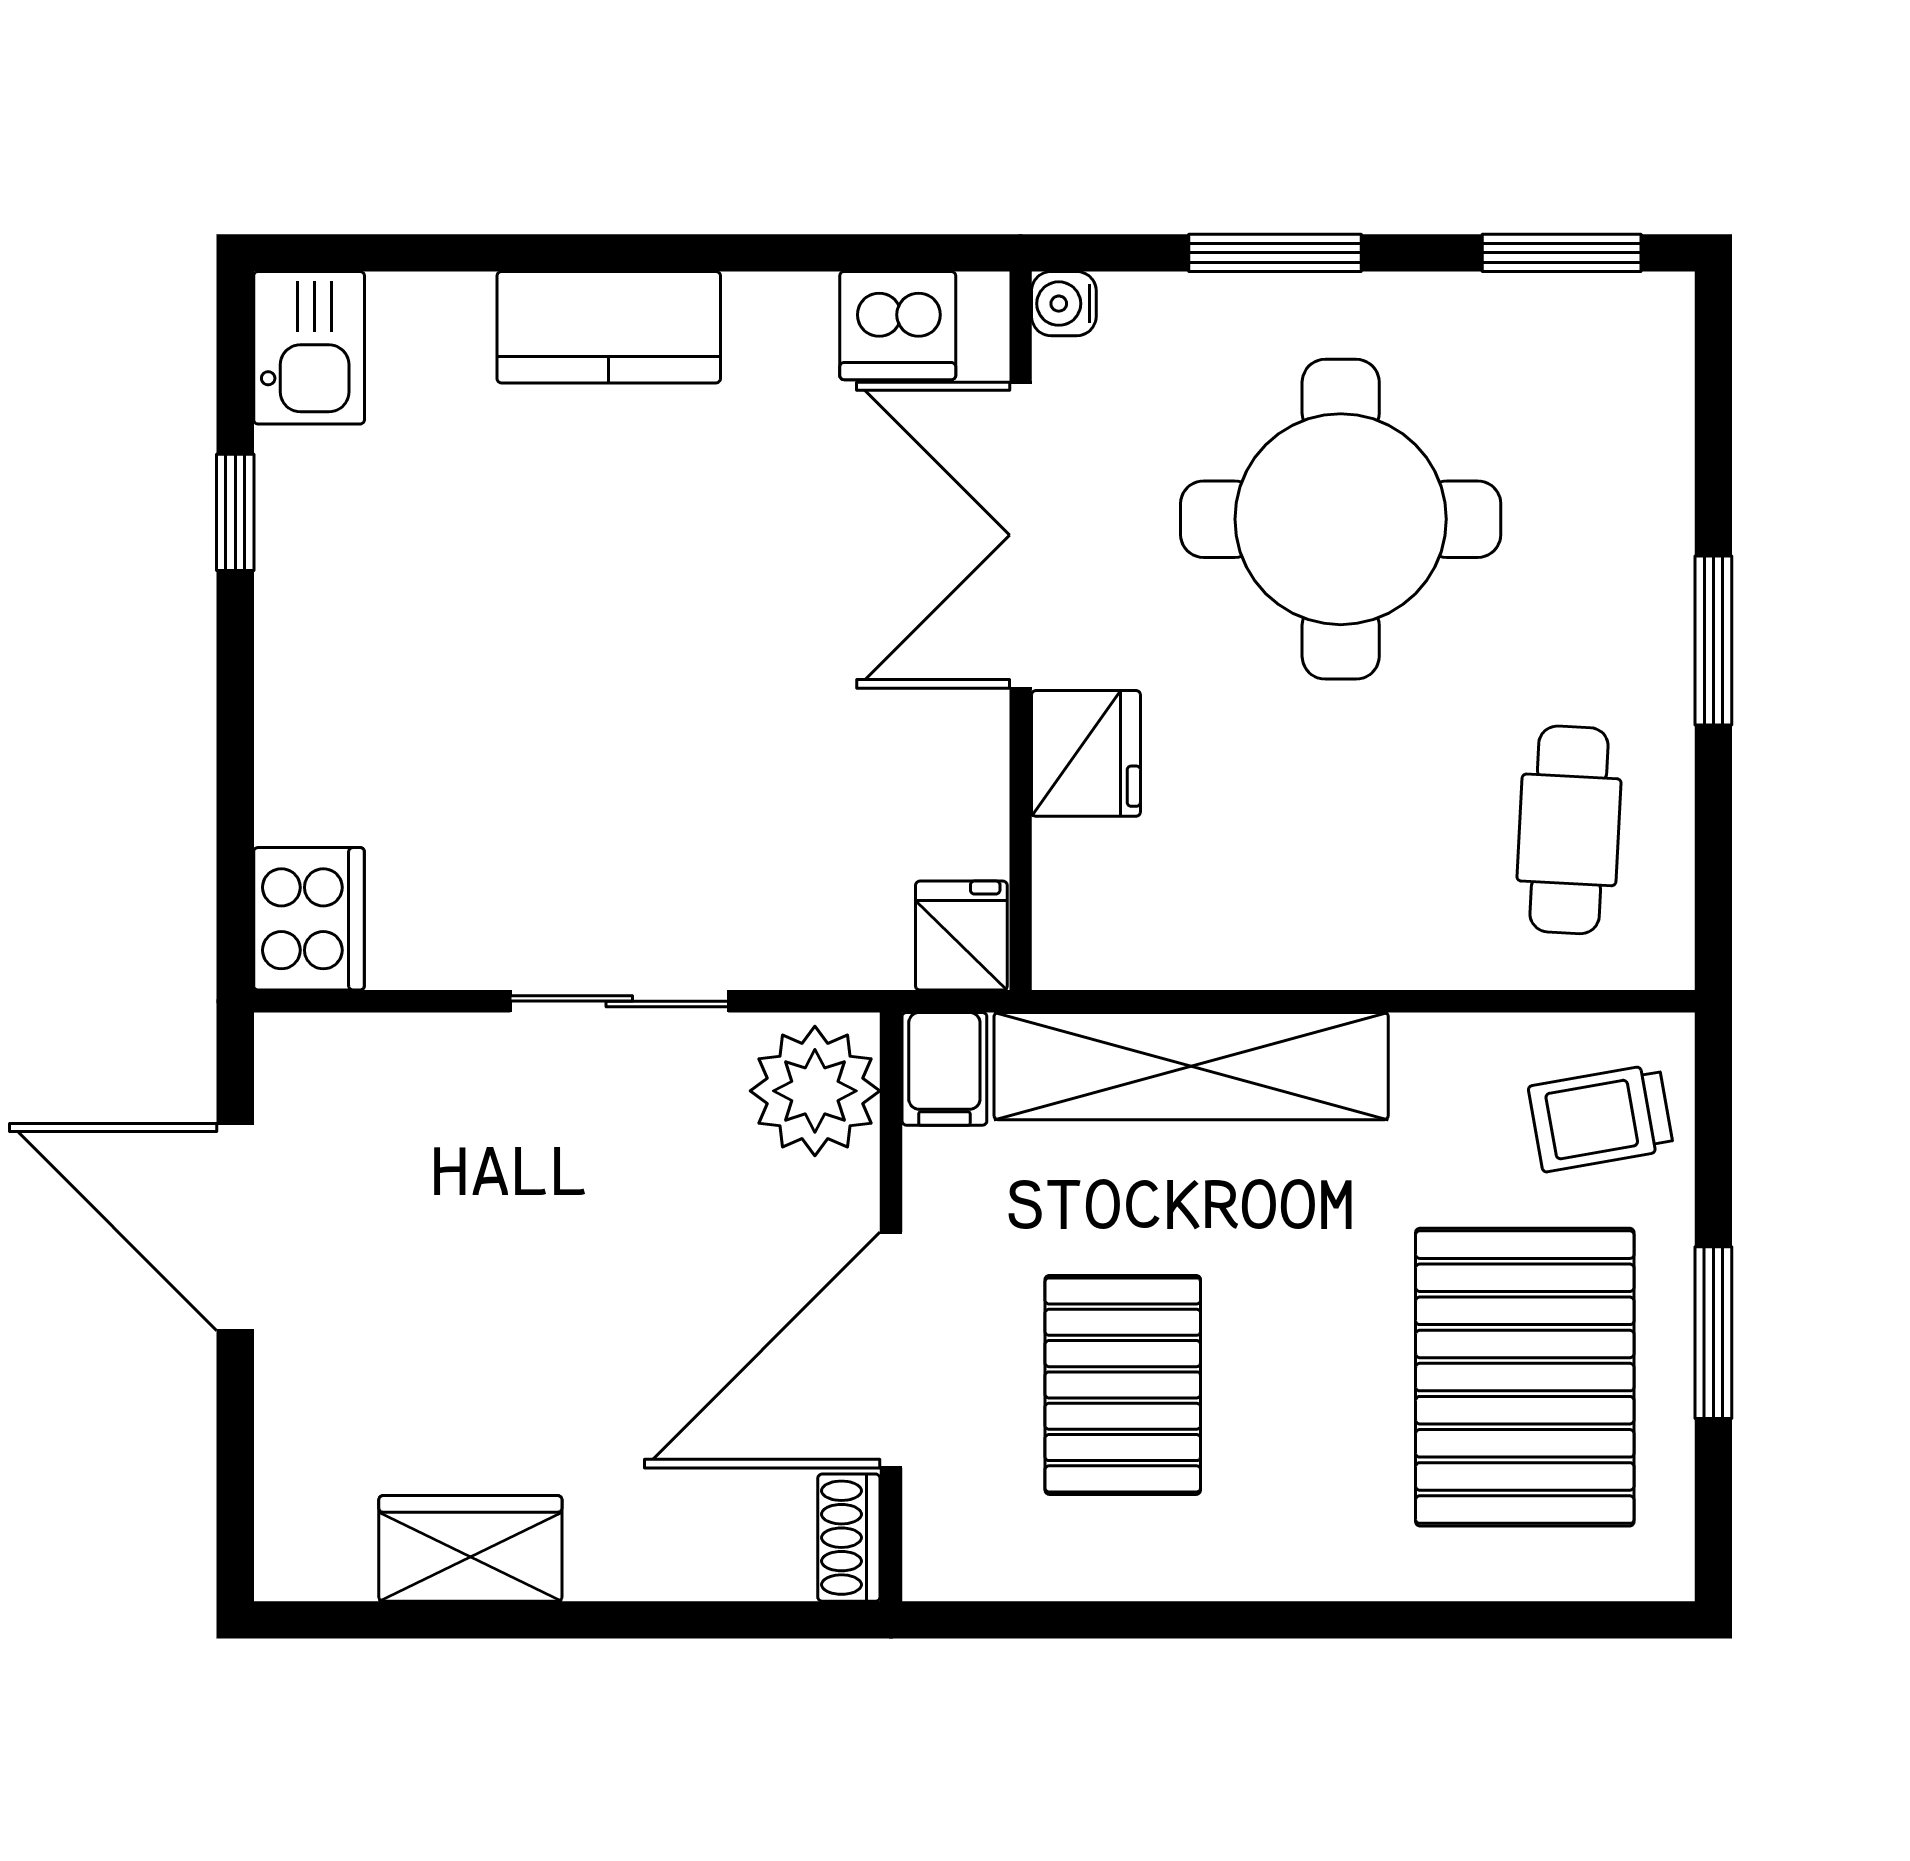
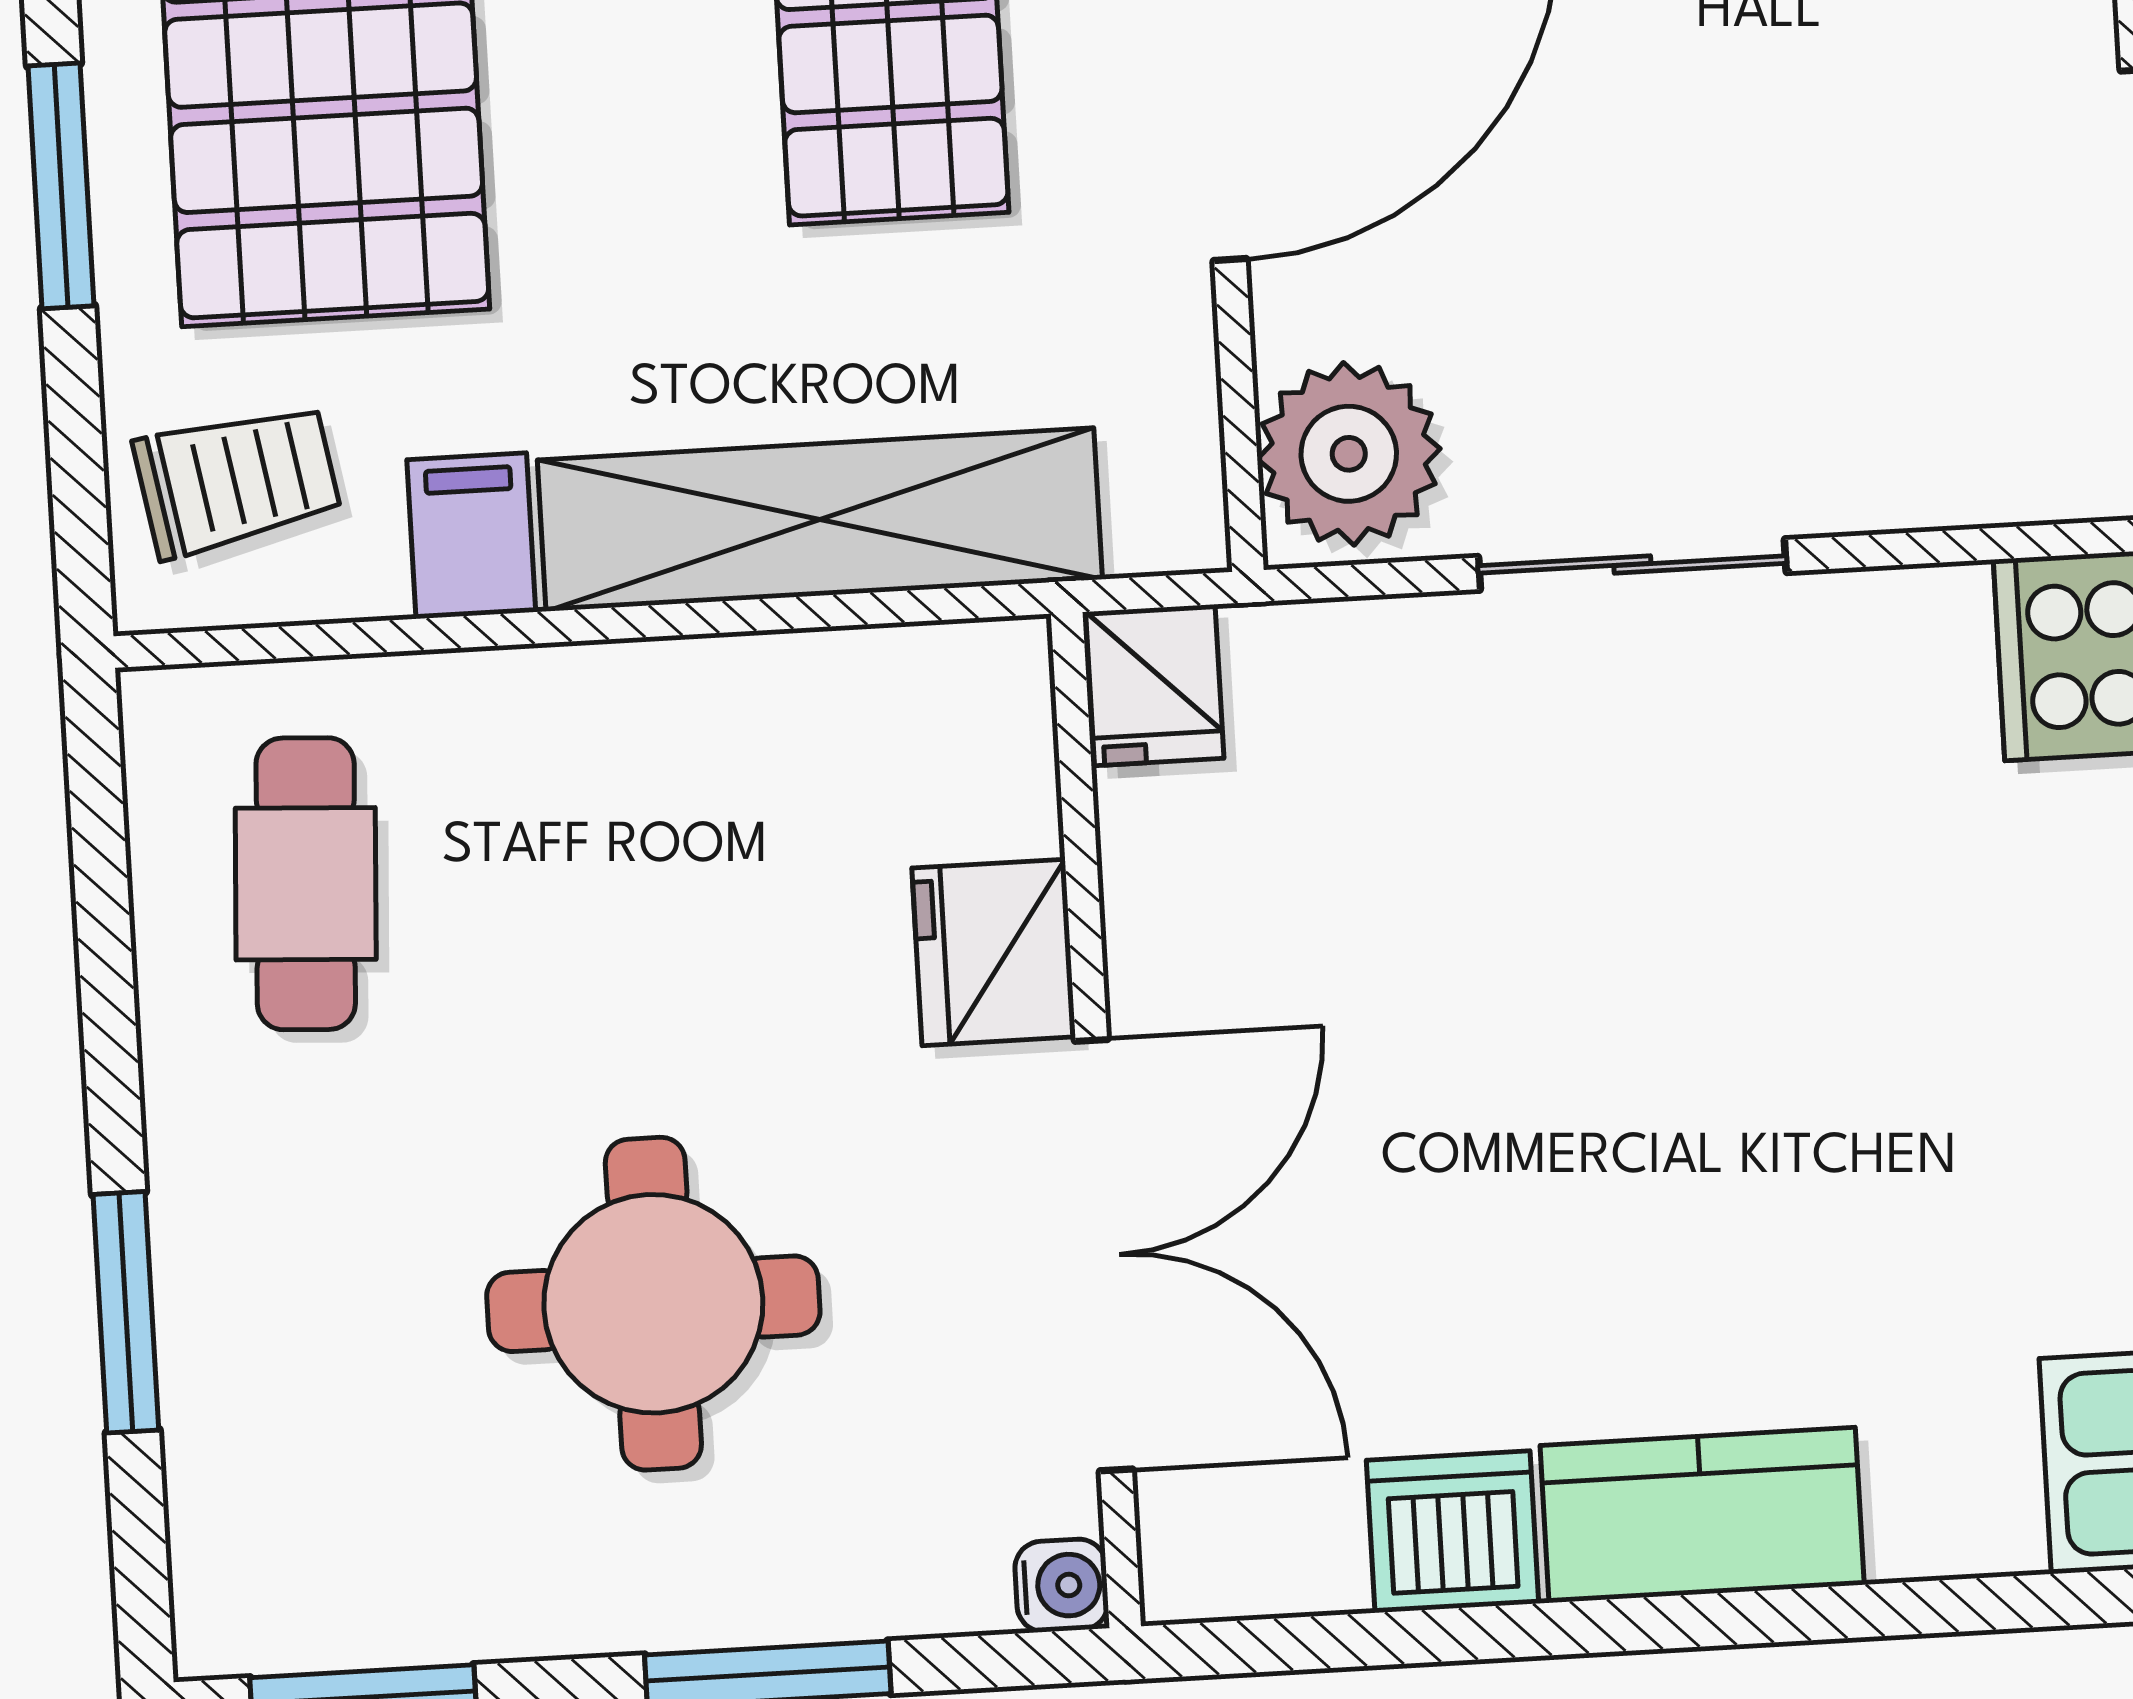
dishwasher: (898, 326) -> (1453, 1532), moved
round table: (1341, 519) -> (653, 1304), width x0.73, depth x0.73
window: (1713, 641) -> (126, 1312), moved
filing cabinet: (944, 1069) -> (471, 536), moved

